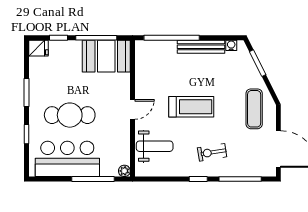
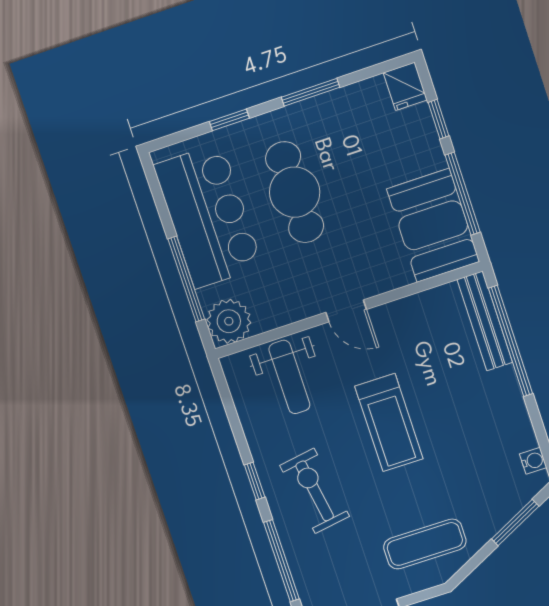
bench: (201, 47) -> (485, 321), moved
exercise bike: (212, 152) -> (315, 491), width x1.38, depth x1.39
plant: (124, 171) -> (229, 321), width x1.88, depth x1.88

